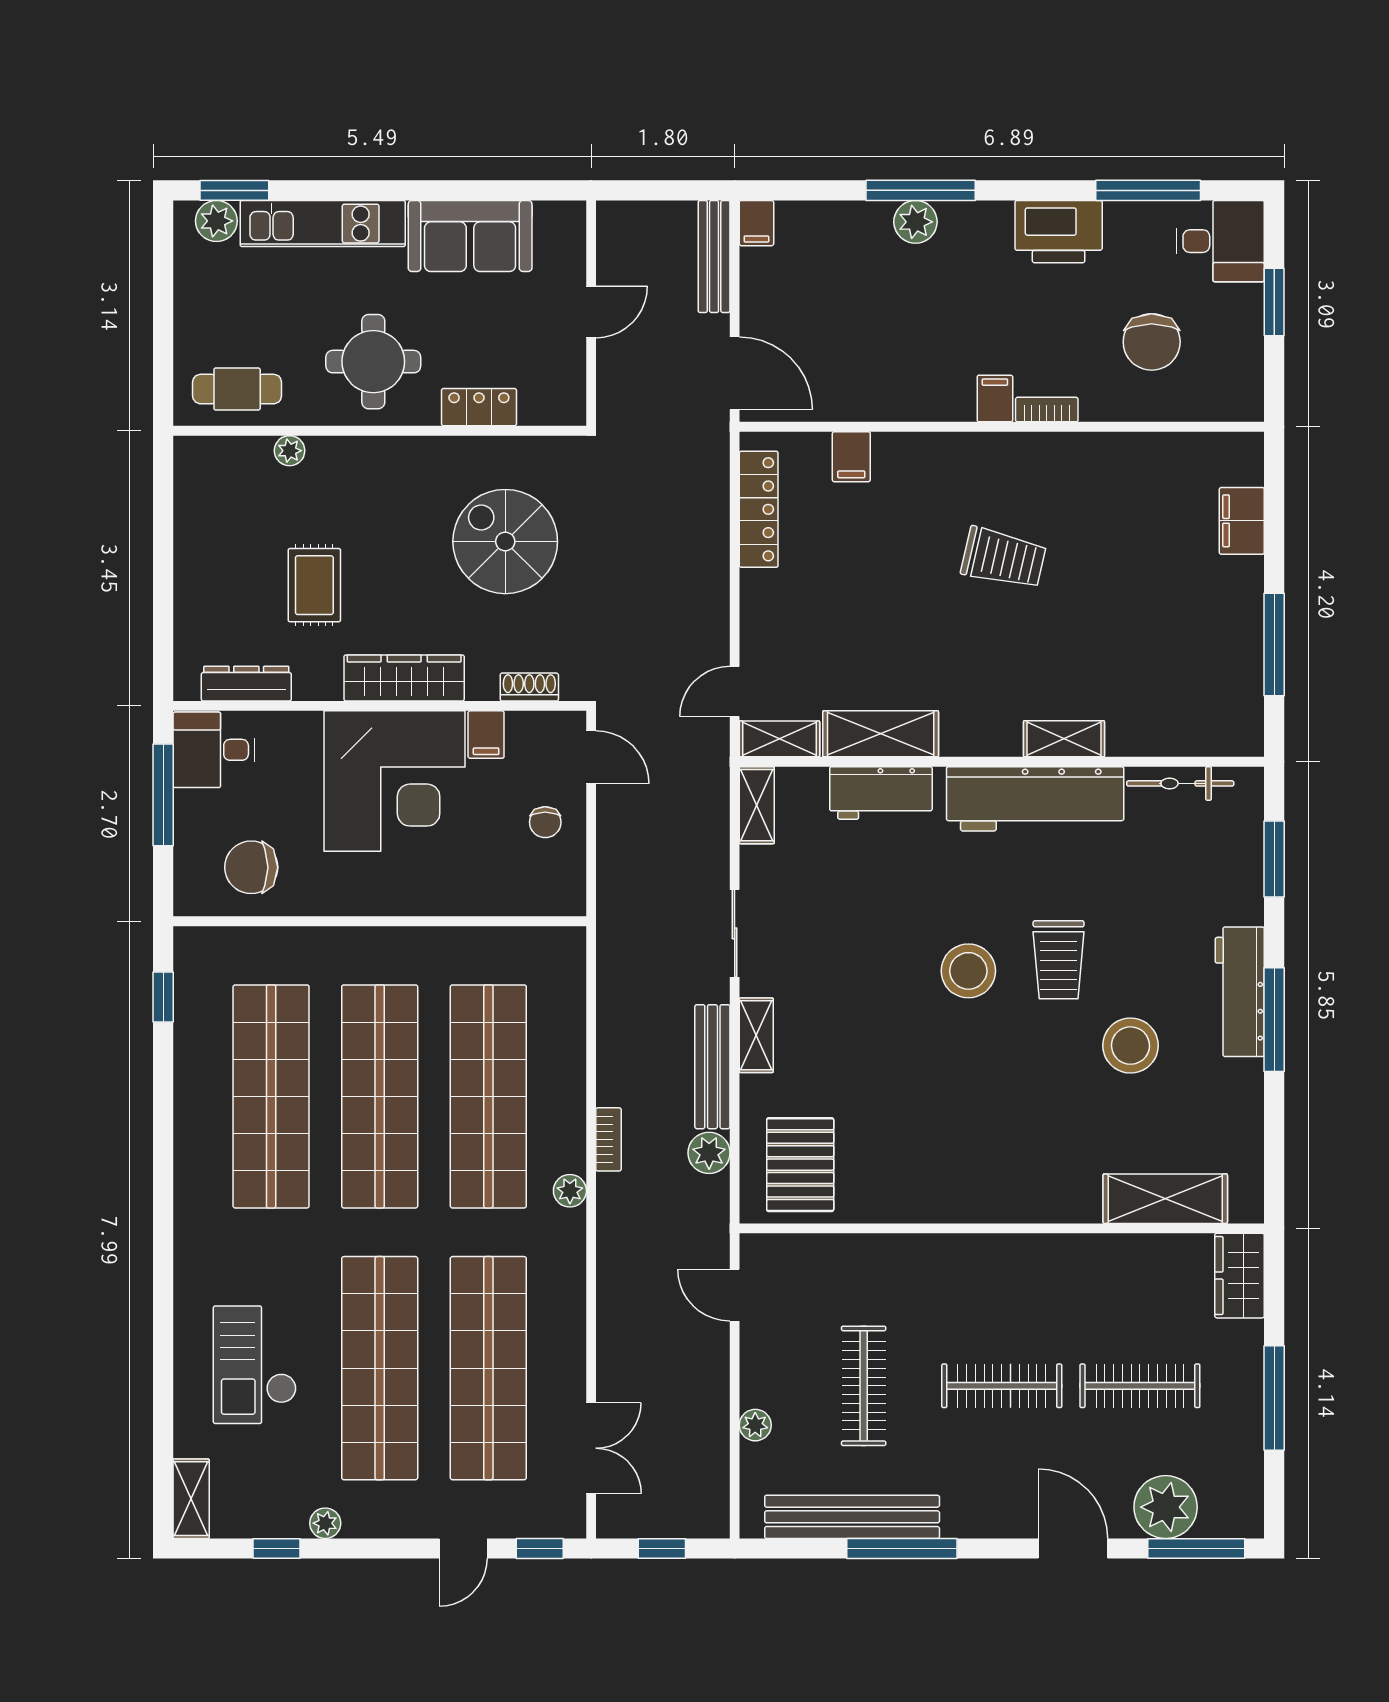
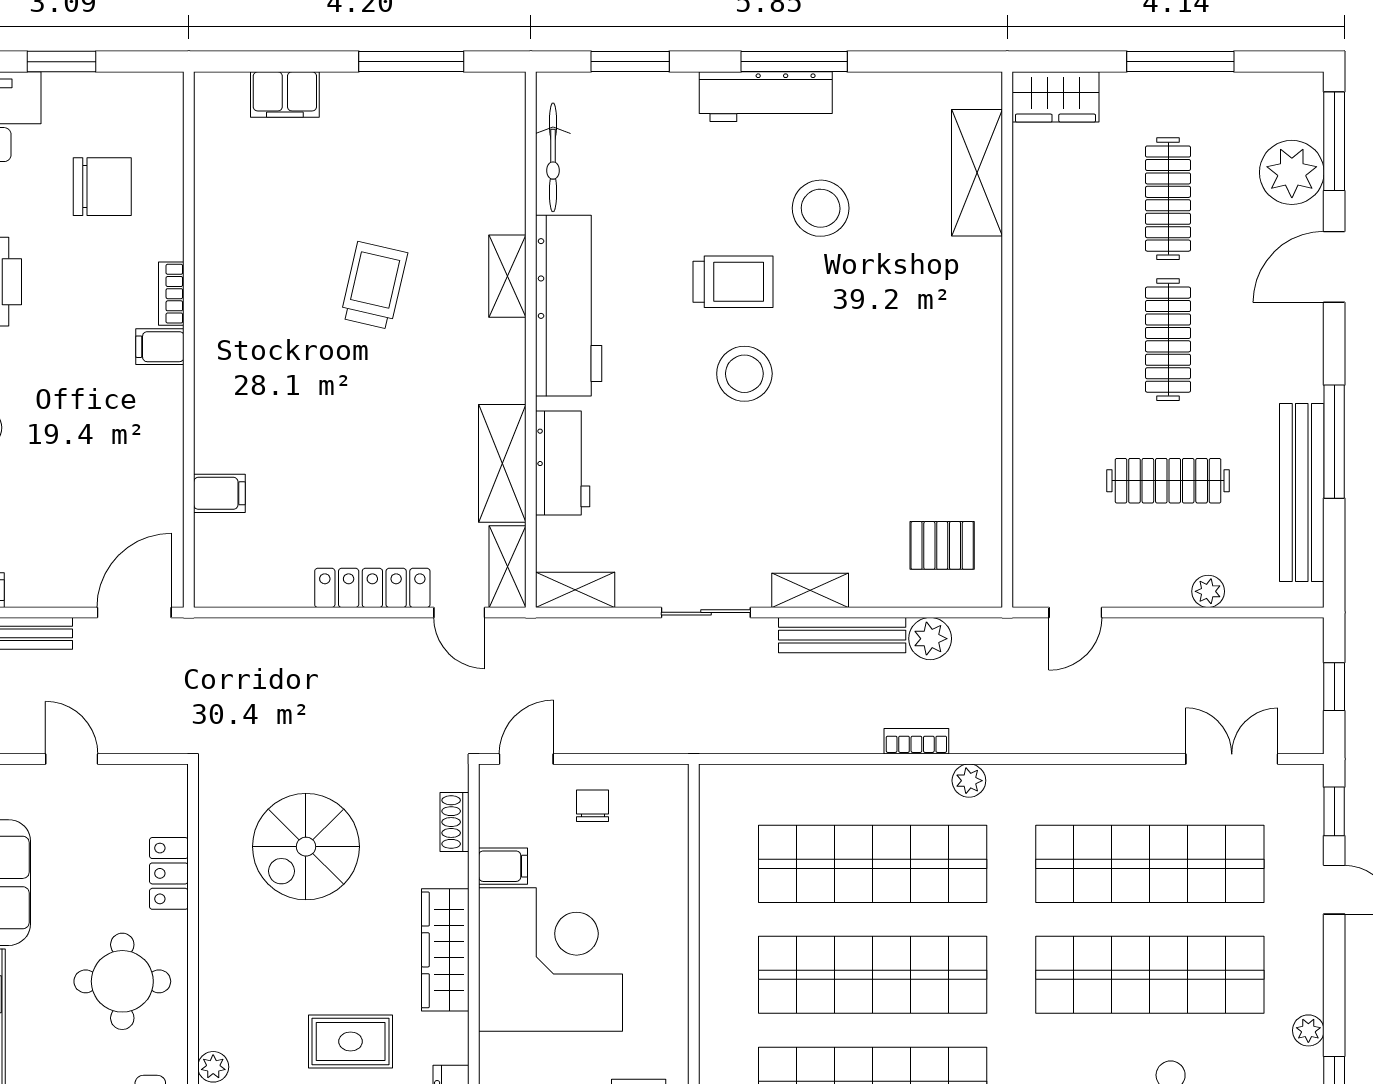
locker: (759, 509) -> (372, 588), moved
trolley: (1003, 558) -> (374, 285), moved
chair: (545, 822) -> (593, 806), turned -90
pallet: (800, 1165) -> (942, 545), width x0.67, depth x0.71

